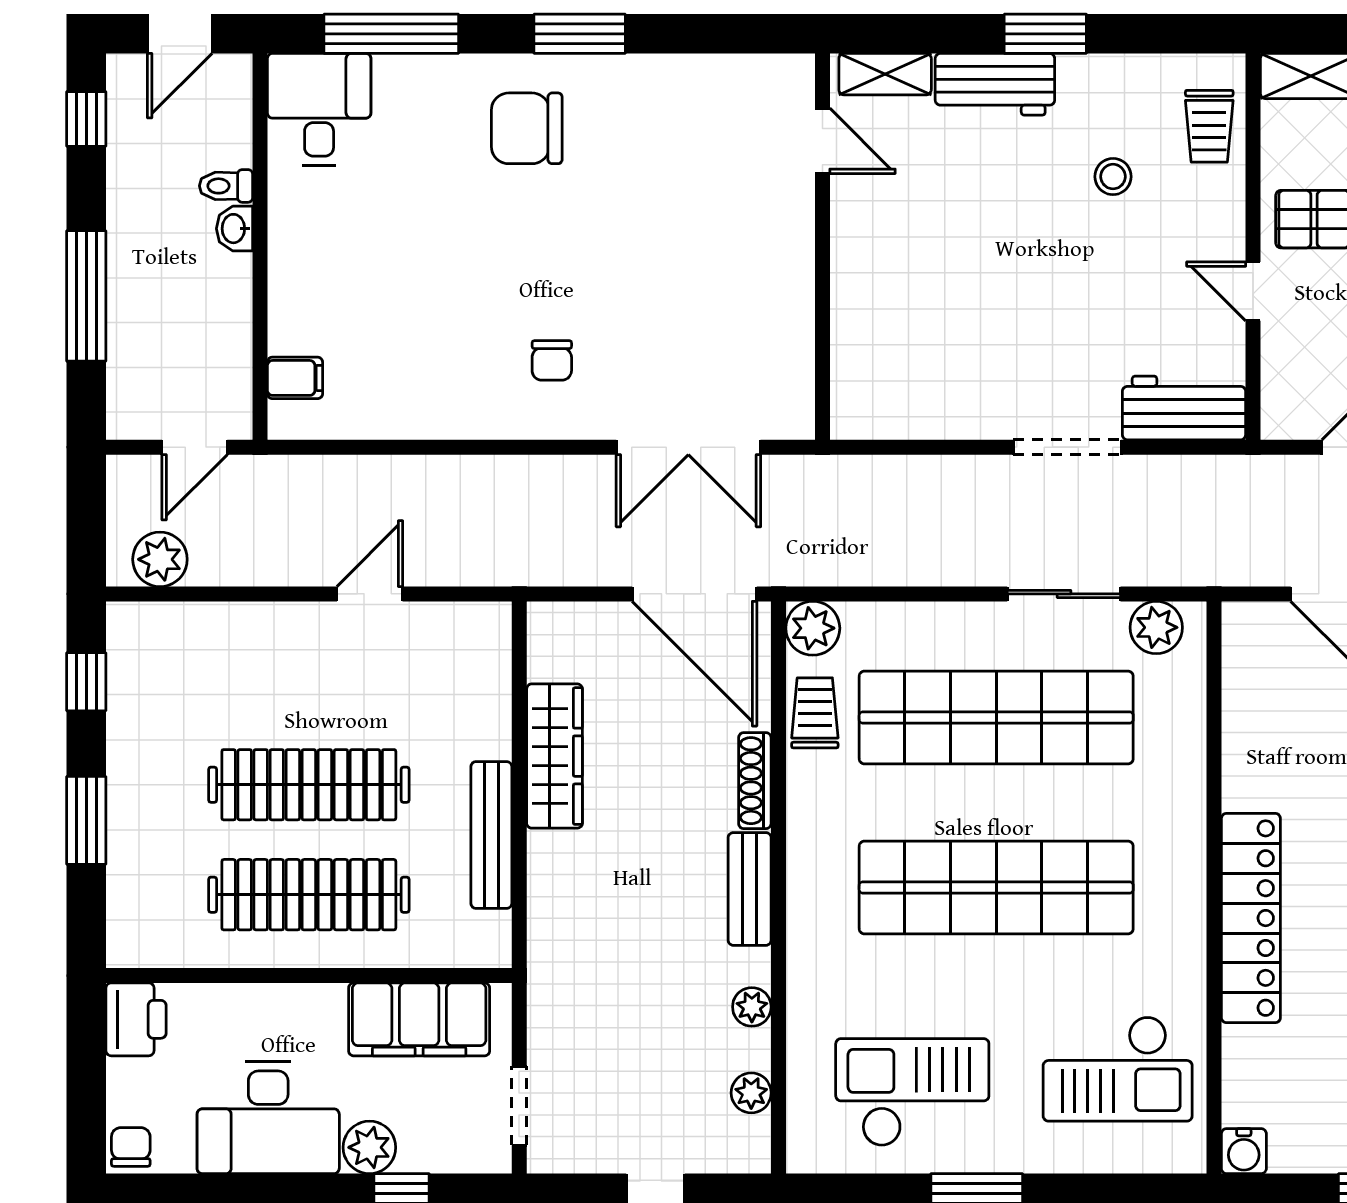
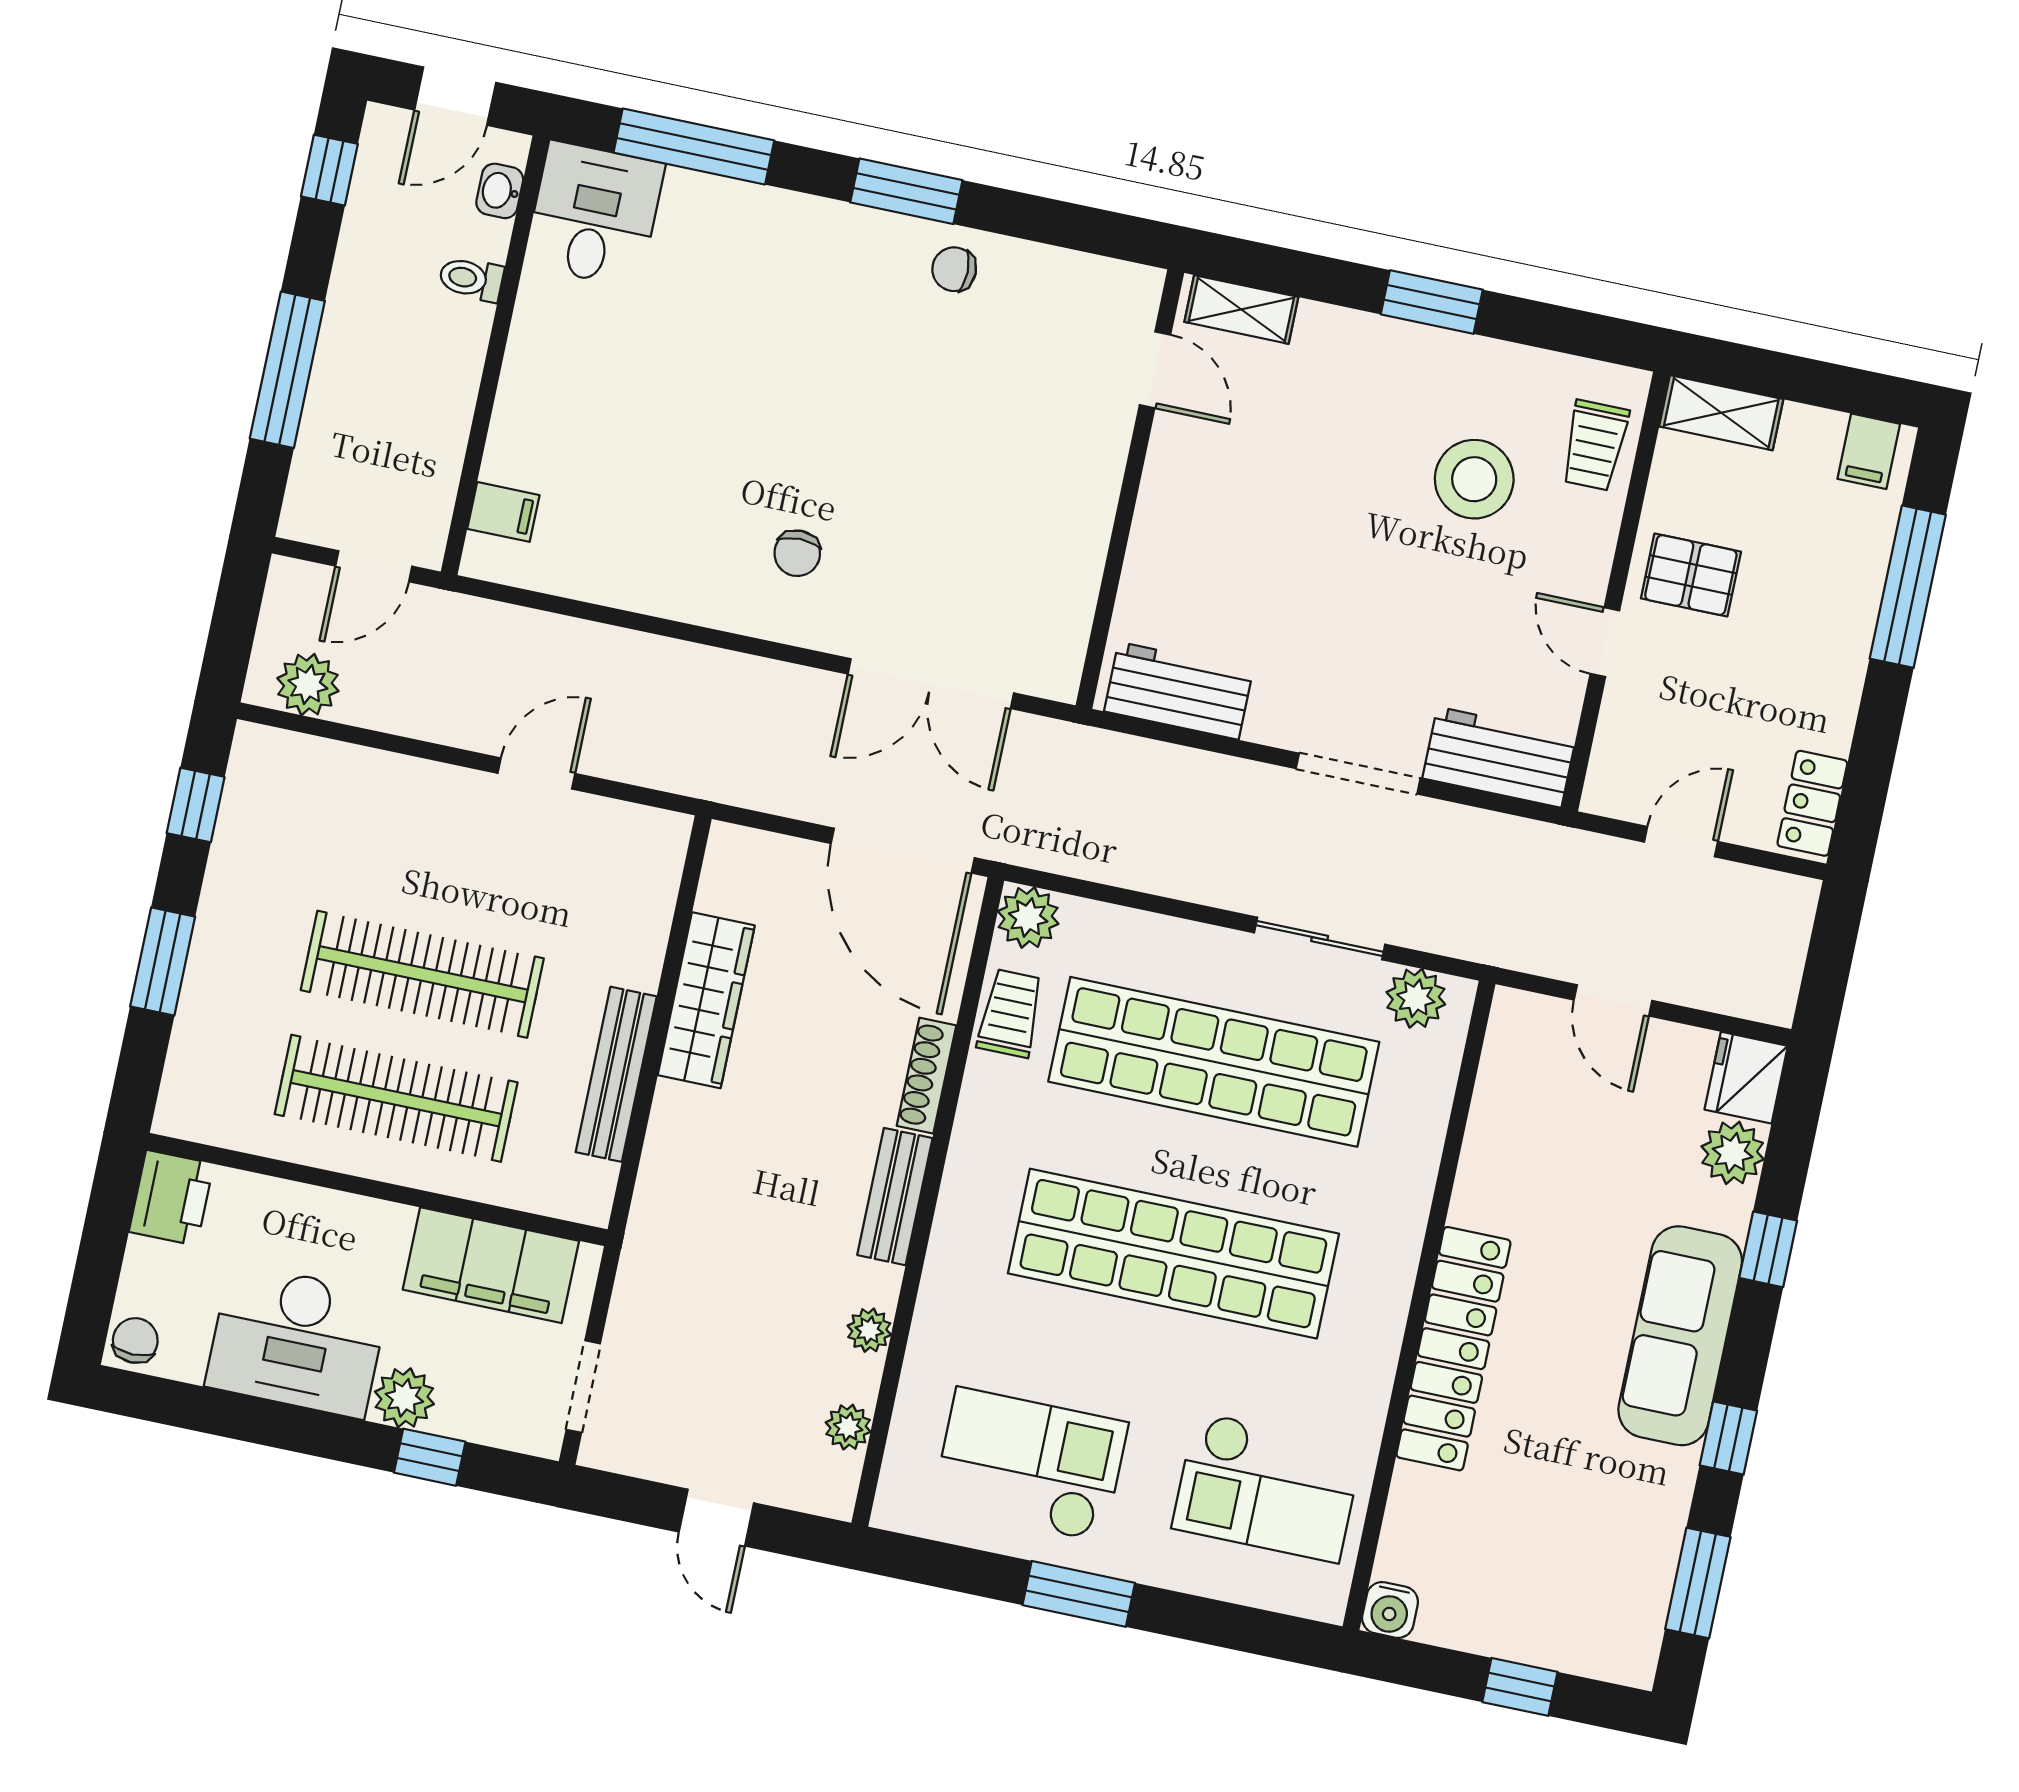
workbench: (995, 84) -> (1179, 691), moved, turned 180
chair: (527, 128) -> (954, 269), moved, width x0.54, depth x0.54
stool: (1113, 177) -> (1474, 479), width x1.89, depth x1.89
washbasin: (234, 229) -> (500, 191), moved

